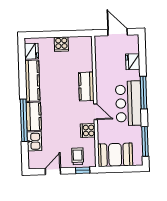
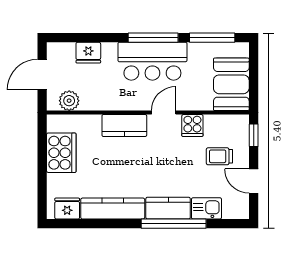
cooker: (61, 44) -> (61, 153), width x1.87, depth x1.31
plant: (101, 50) -> (69, 101), added
window: (143, 93) -> (153, 38), moved
trolley: (78, 156) -> (219, 156), moved

